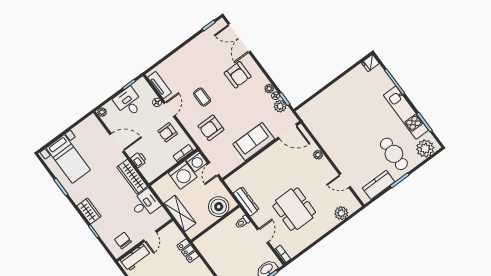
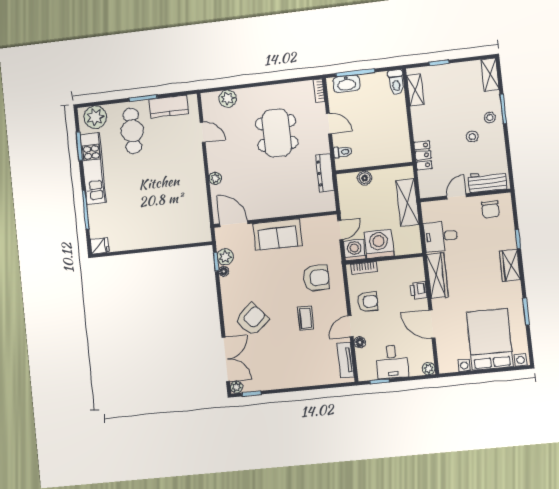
armchair: (238, 75) -> (252, 319), turned 50
plant: (269, 89) -> (236, 387), moved
bed with nightstands: (68, 159) -> (490, 339), width x1.36
boiler: (219, 207) -> (365, 178), width x0.54, depth x0.54
door: (263, 236) -> (329, 124), swing flipped

